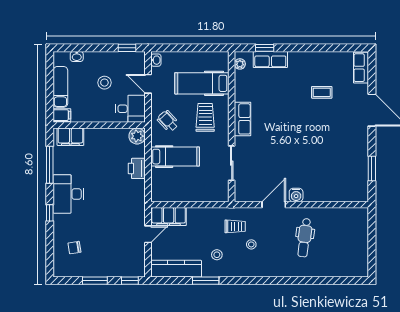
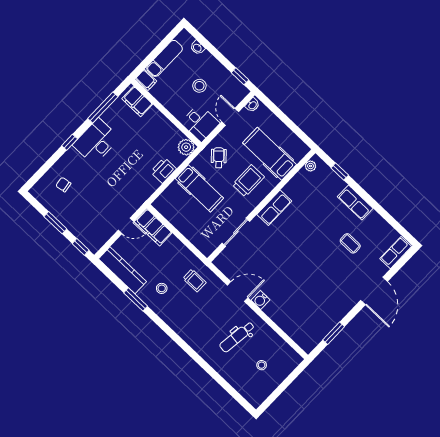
row of seats: (270, 59) -> (355, 203), moved
stool: (251, 244) -> (262, 365), moved

